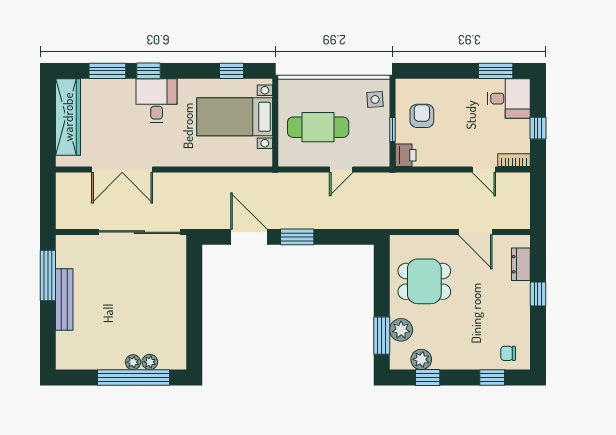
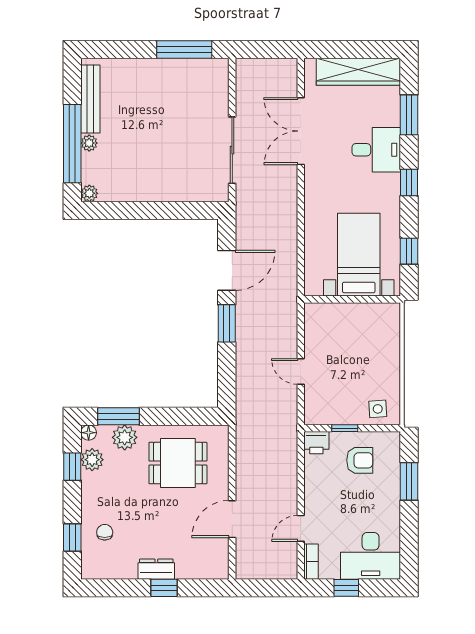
window: (148, 71) -> (409, 182), moved
window: (496, 71) -> (409, 481), moved
desk: (509, 99) -> (371, 556), width x1.37
desk: (157, 101) -> (376, 150), moved
cafe table: (318, 127) -> (347, 346), removed
sliding door: (139, 232) -> (232, 150), width x0.73
dresser: (521, 264) -> (156, 569), moved
dining table: (424, 281) -> (178, 463), turned 90
bench: (64, 299) -> (90, 99), moved, turned 90
chair: (508, 353) -> (105, 532), moved
plant: (150, 362) -> (89, 193), moved
floor lamp: (397, 363) -> (89, 433), added

